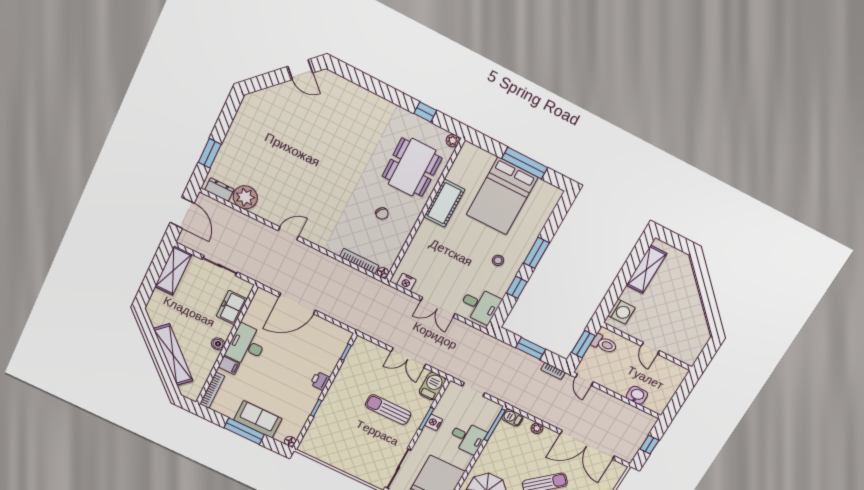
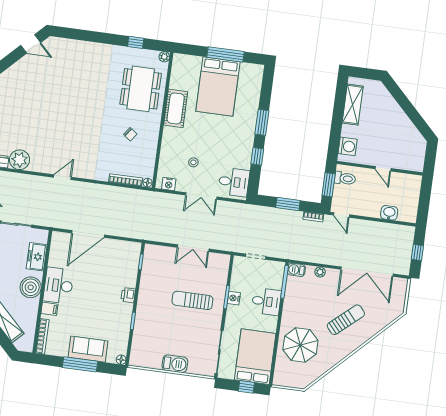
stool: (498, 260) -> (193, 162), moved
boiler: (218, 344) -> (31, 287), width x1.86, depth x1.86
barbecue: (432, 386) -> (175, 364), moved, turned 90

